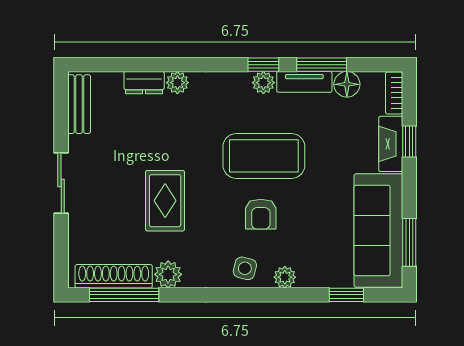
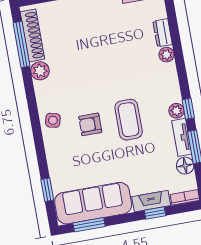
coffee table: (264, 156) -> (129, 120), width x0.73, depth x0.76
rug: (165, 201) -> (88, 60), removed
plant: (285, 277) -> (52, 147), removed

